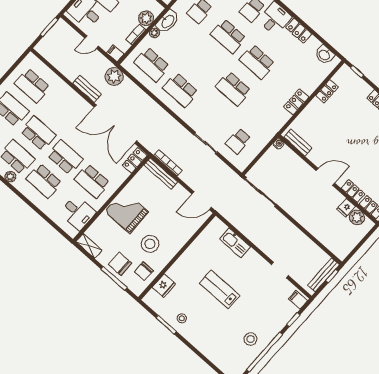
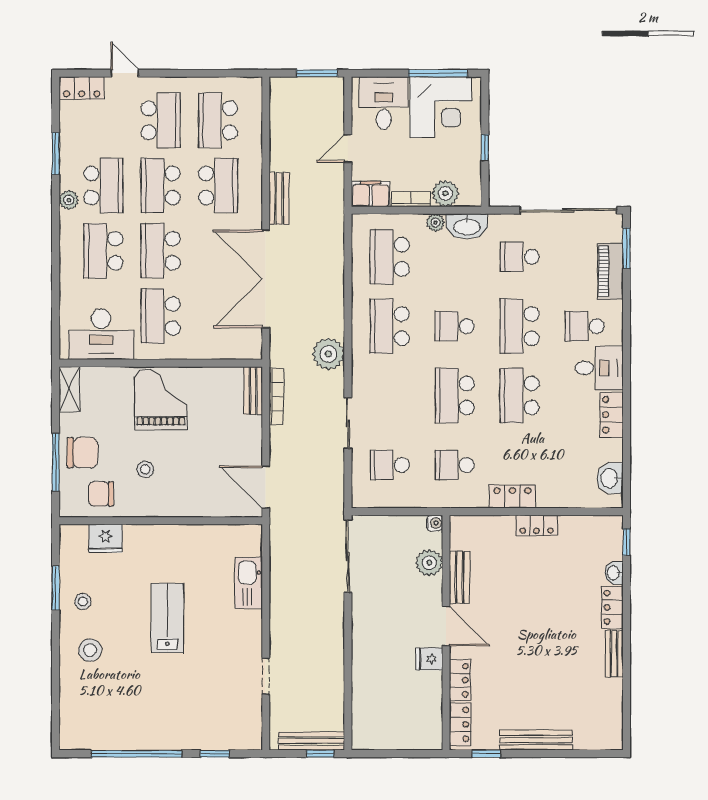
door: (92, 42) -> (348, 149), hinge flipped
filing cabinet: (115, 53) -> (371, 194), width x2.00
school desk: (204, 63) -> (455, 326), added
plant: (114, 76) -> (328, 354), moved
washbasin: (365, 88) -> (614, 573), added
locker: (327, 91) -> (537, 525), moved
school desk: (59, 109) -> (218, 186), added
school desk: (262, 114) -> (455, 465), added
school desk: (38, 133) -> (161, 186), turned 180
bench: (298, 142) -> (459, 577), moved
school desk: (65, 157) -> (161, 251), turned 180
locker: (135, 160) -> (240, 348), removed
bench: (161, 174) -> (253, 391), width x0.73
fridge: (346, 208) -> (429, 659), moved
desk: (78, 213) -> (101, 334), width x1.37
plant: (357, 217) -> (429, 563), moved
stool: (150, 244) -> (145, 469), width x0.53, depth x0.53
chair: (120, 264) -> (83, 453), turned 90
filing cabinet: (298, 300) -> (247, 736), removed
stool: (251, 339) -> (90, 650), moved

